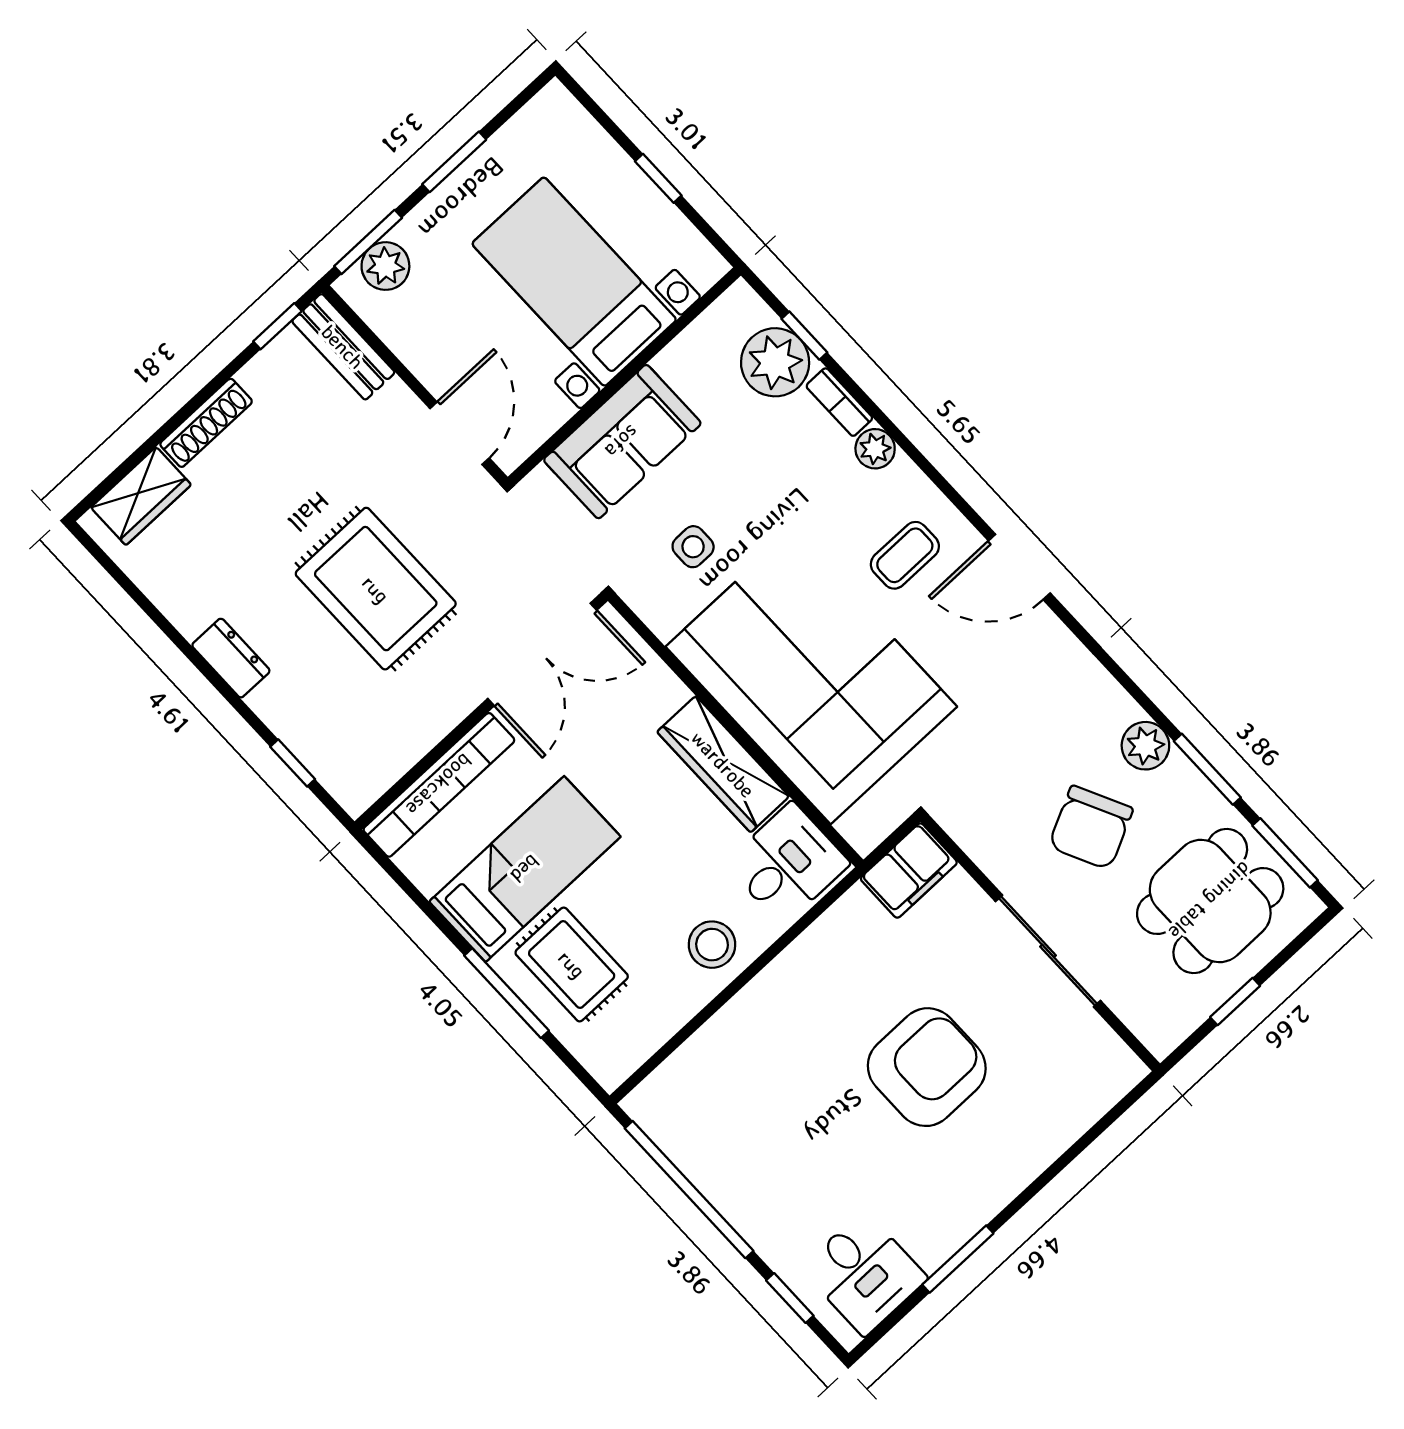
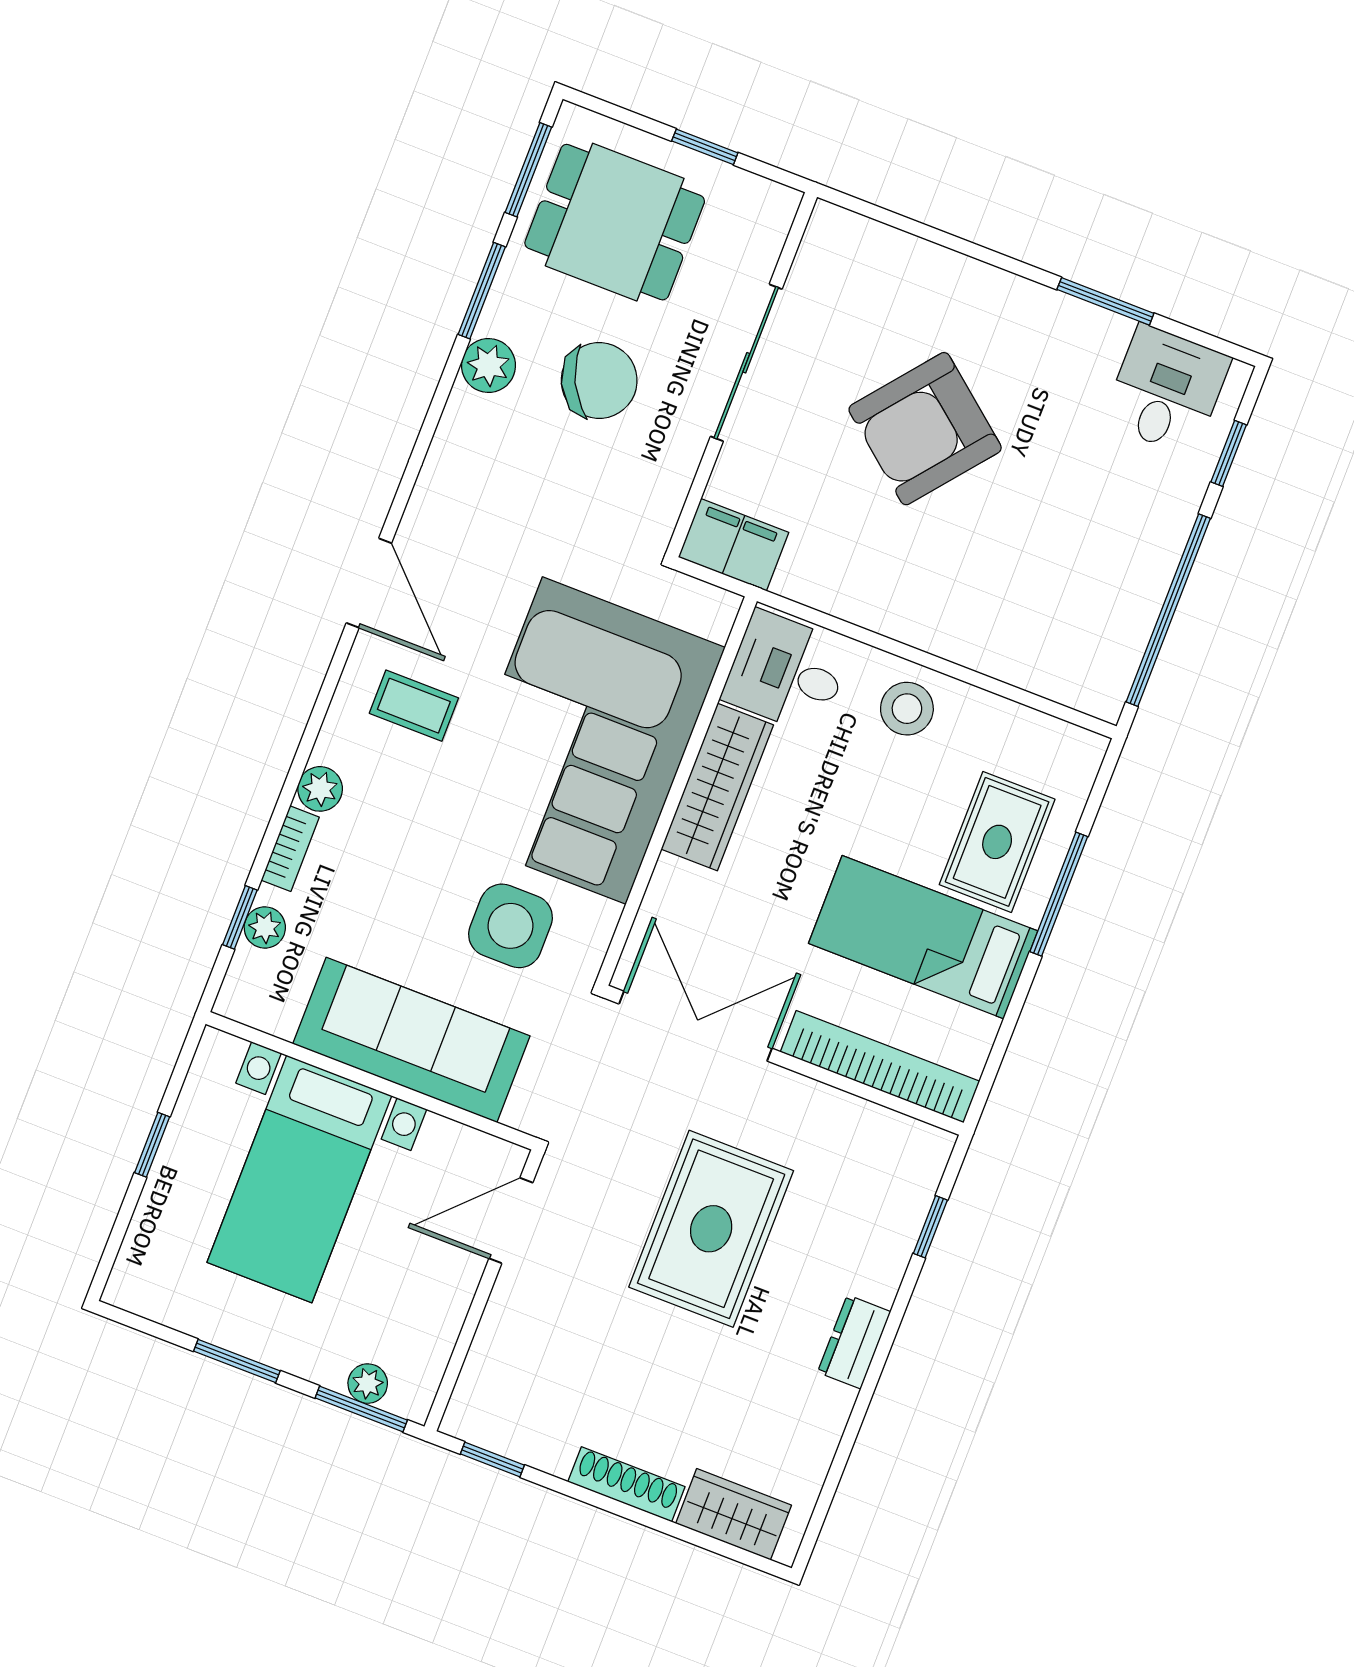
plant: (385, 266) -> (368, 1384), width x0.73, depth x0.73
bench: (343, 347) -> (481, 1382), removed
plant: (775, 362) -> (265, 927), width x0.53, depth x0.53
sofa: (622, 442) -> (411, 1040), width x1.36
side table: (693, 547) -> (511, 926), width x1.87, depth x1.87
armchair: (927, 1067) -> (925, 429), turned -51

